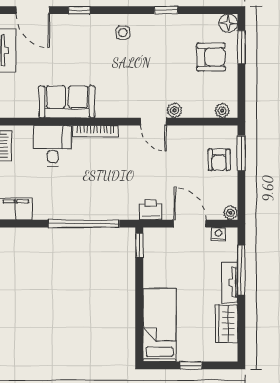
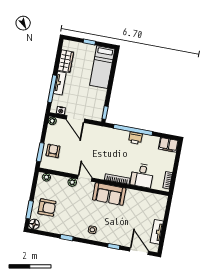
armchair: (211, 57) -> (47, 208), turned 180
sofa: (67, 102) -> (109, 194), moved
printer: (151, 210) -> (135, 138), moved

